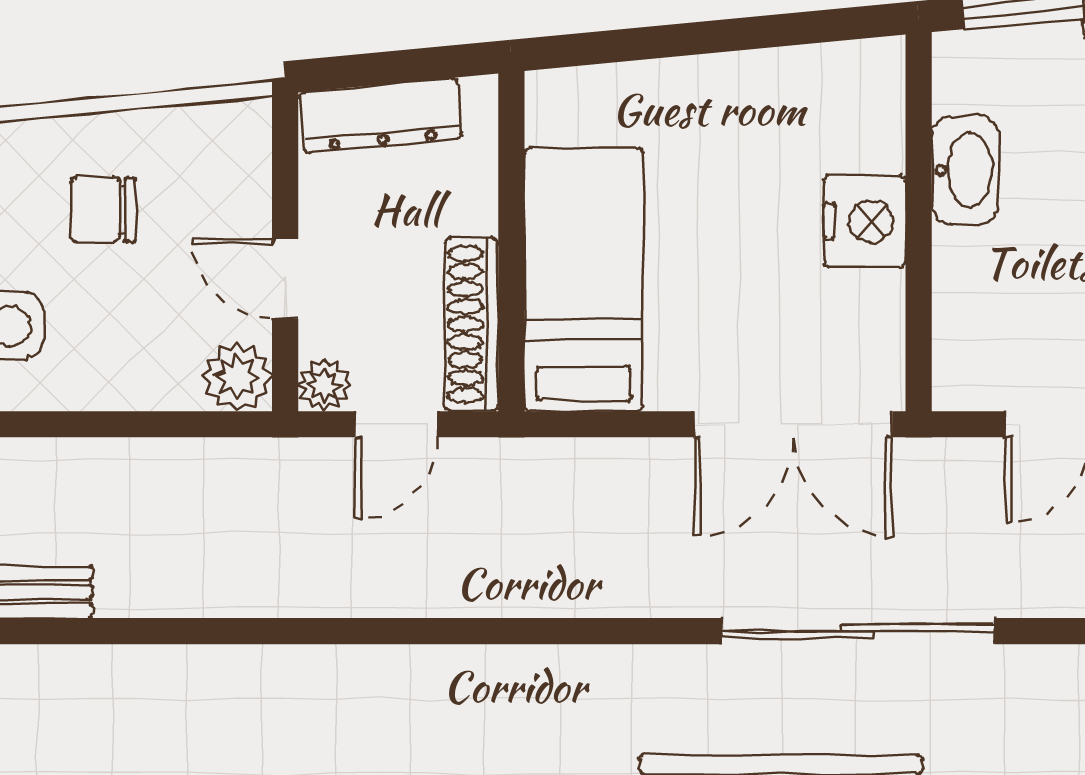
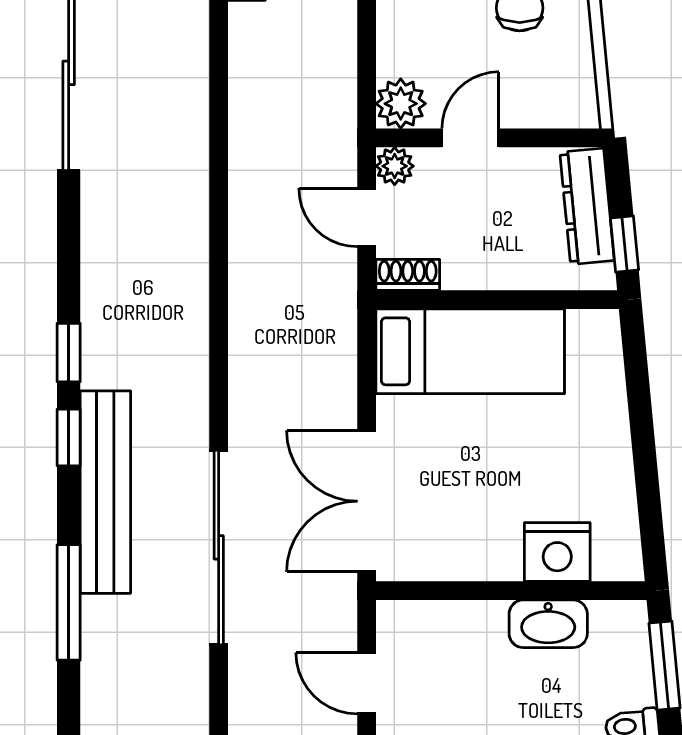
window: (434, 63) -> (624, 244), added
nightstand: (865, 221) -> (557, 552), moved
shoe rack: (472, 325) -> (408, 275), width x0.51, depth x0.81

